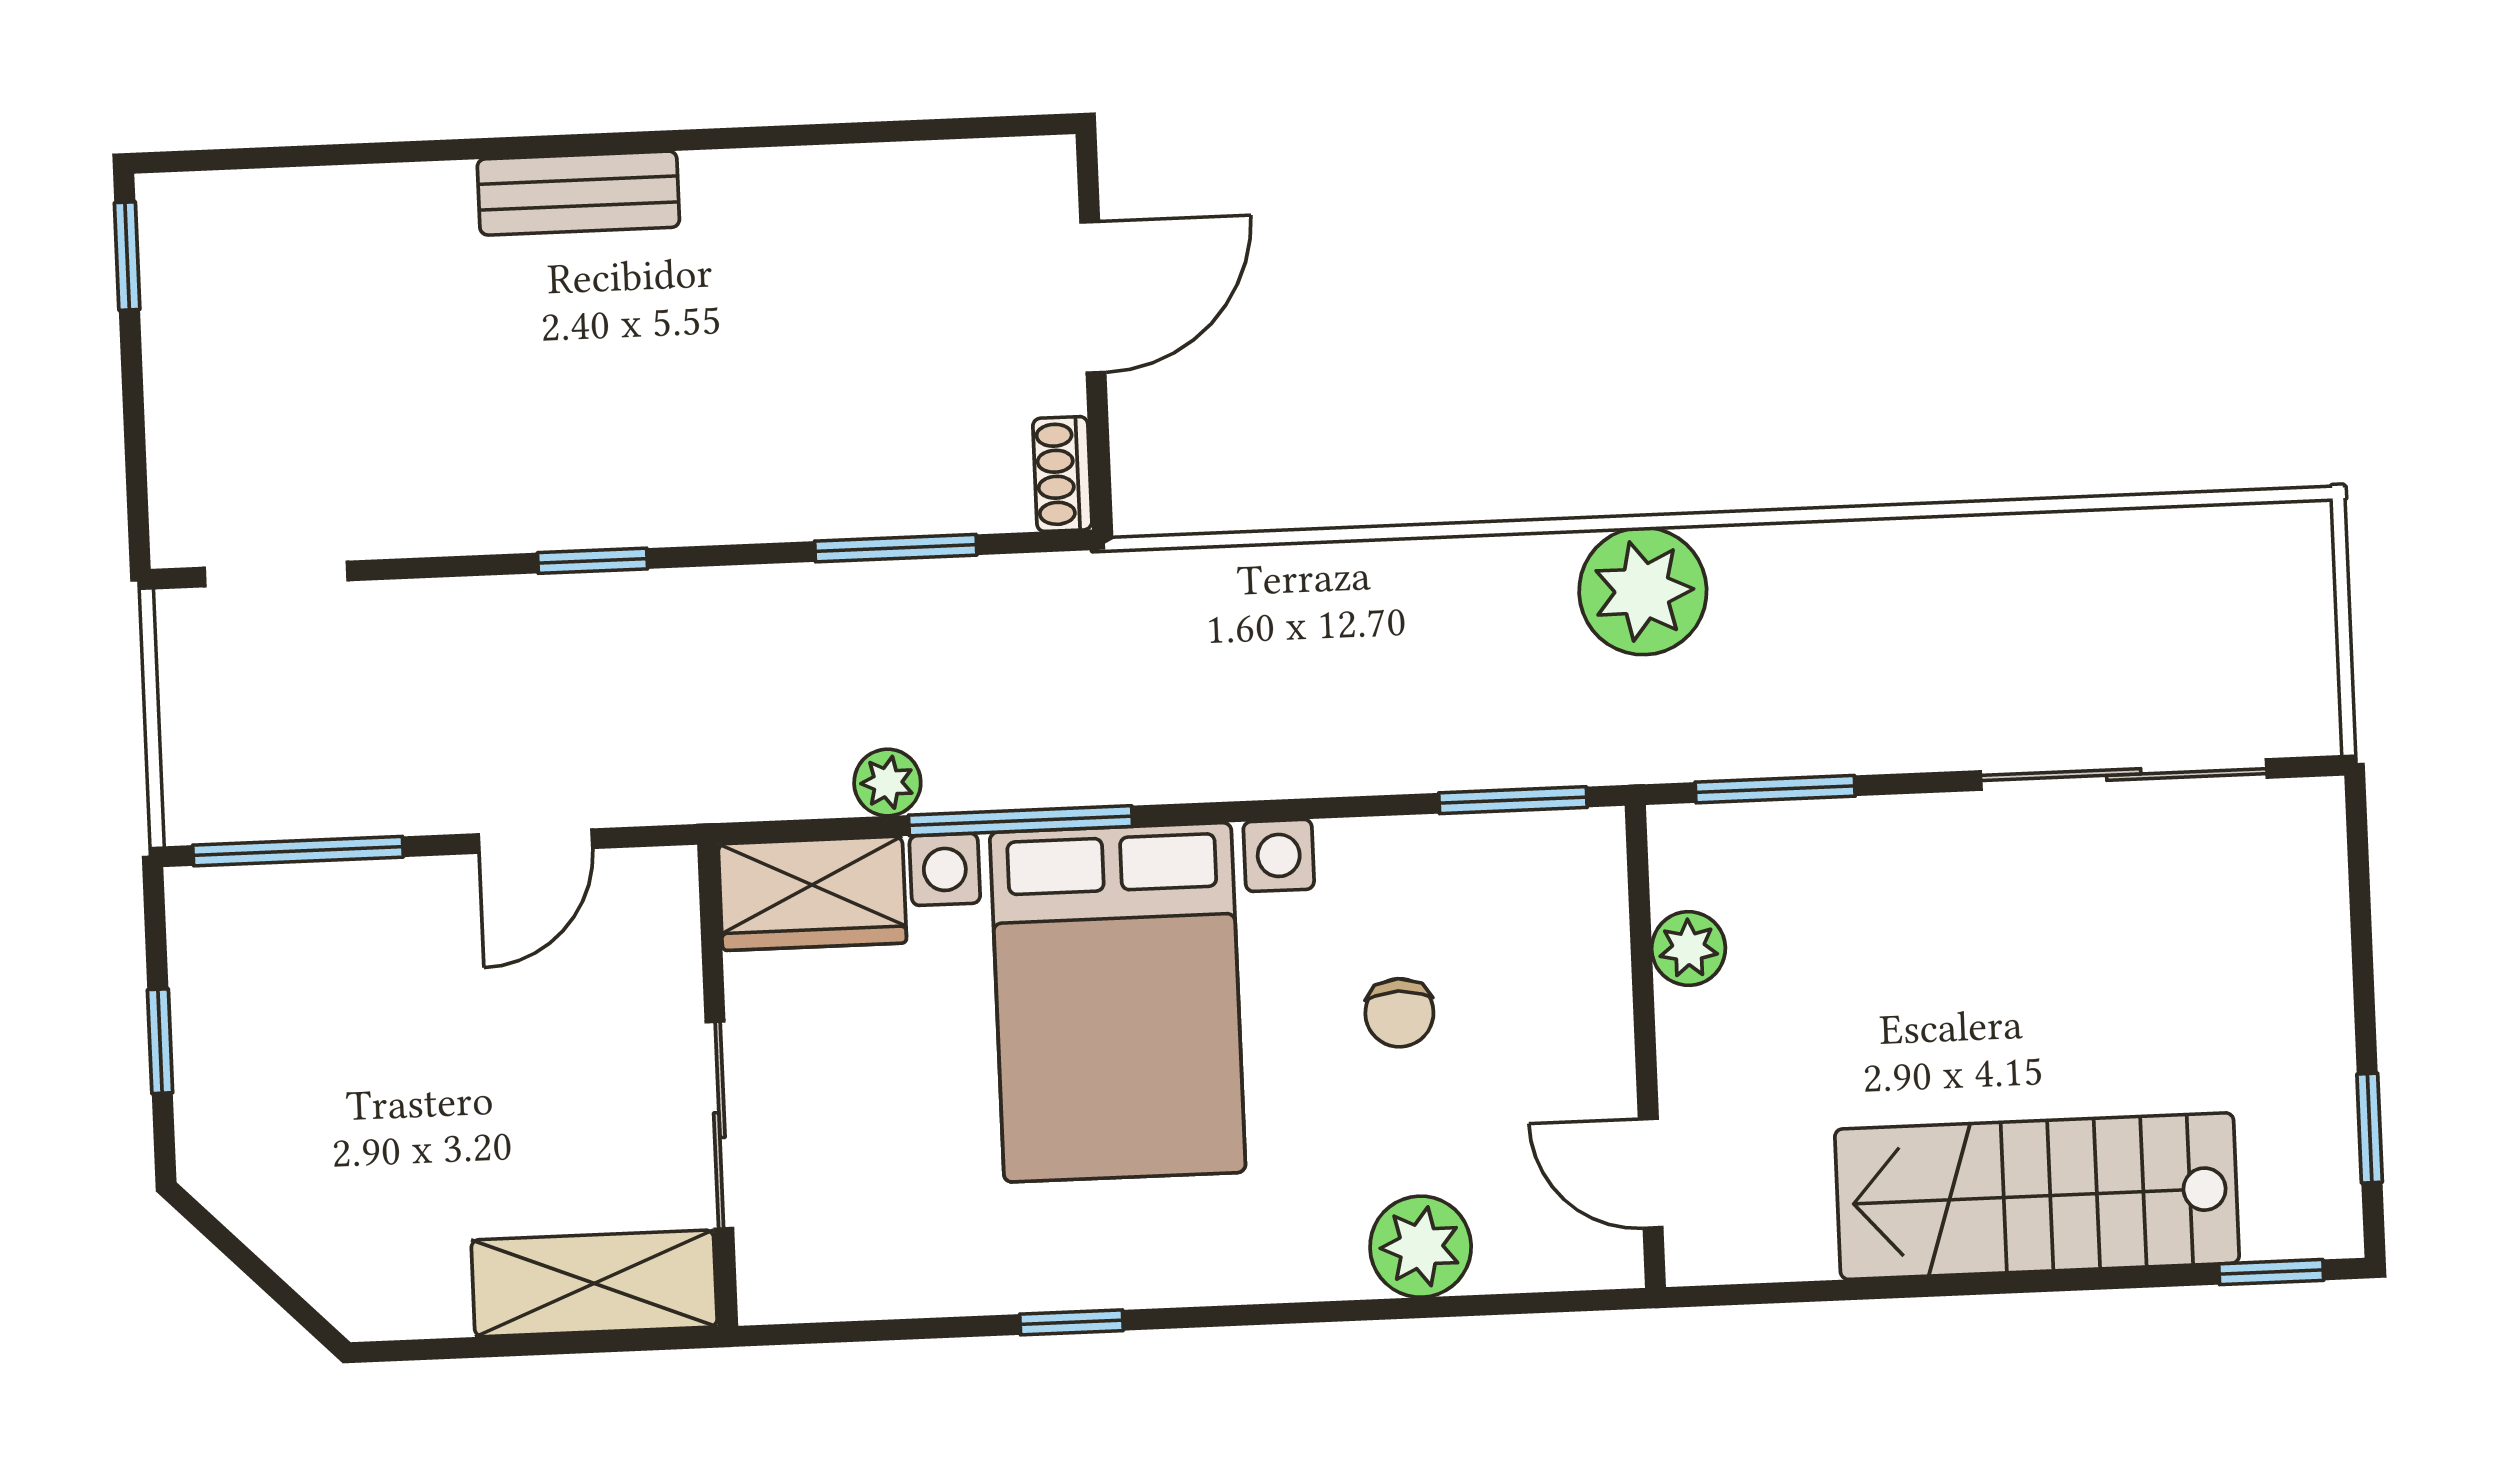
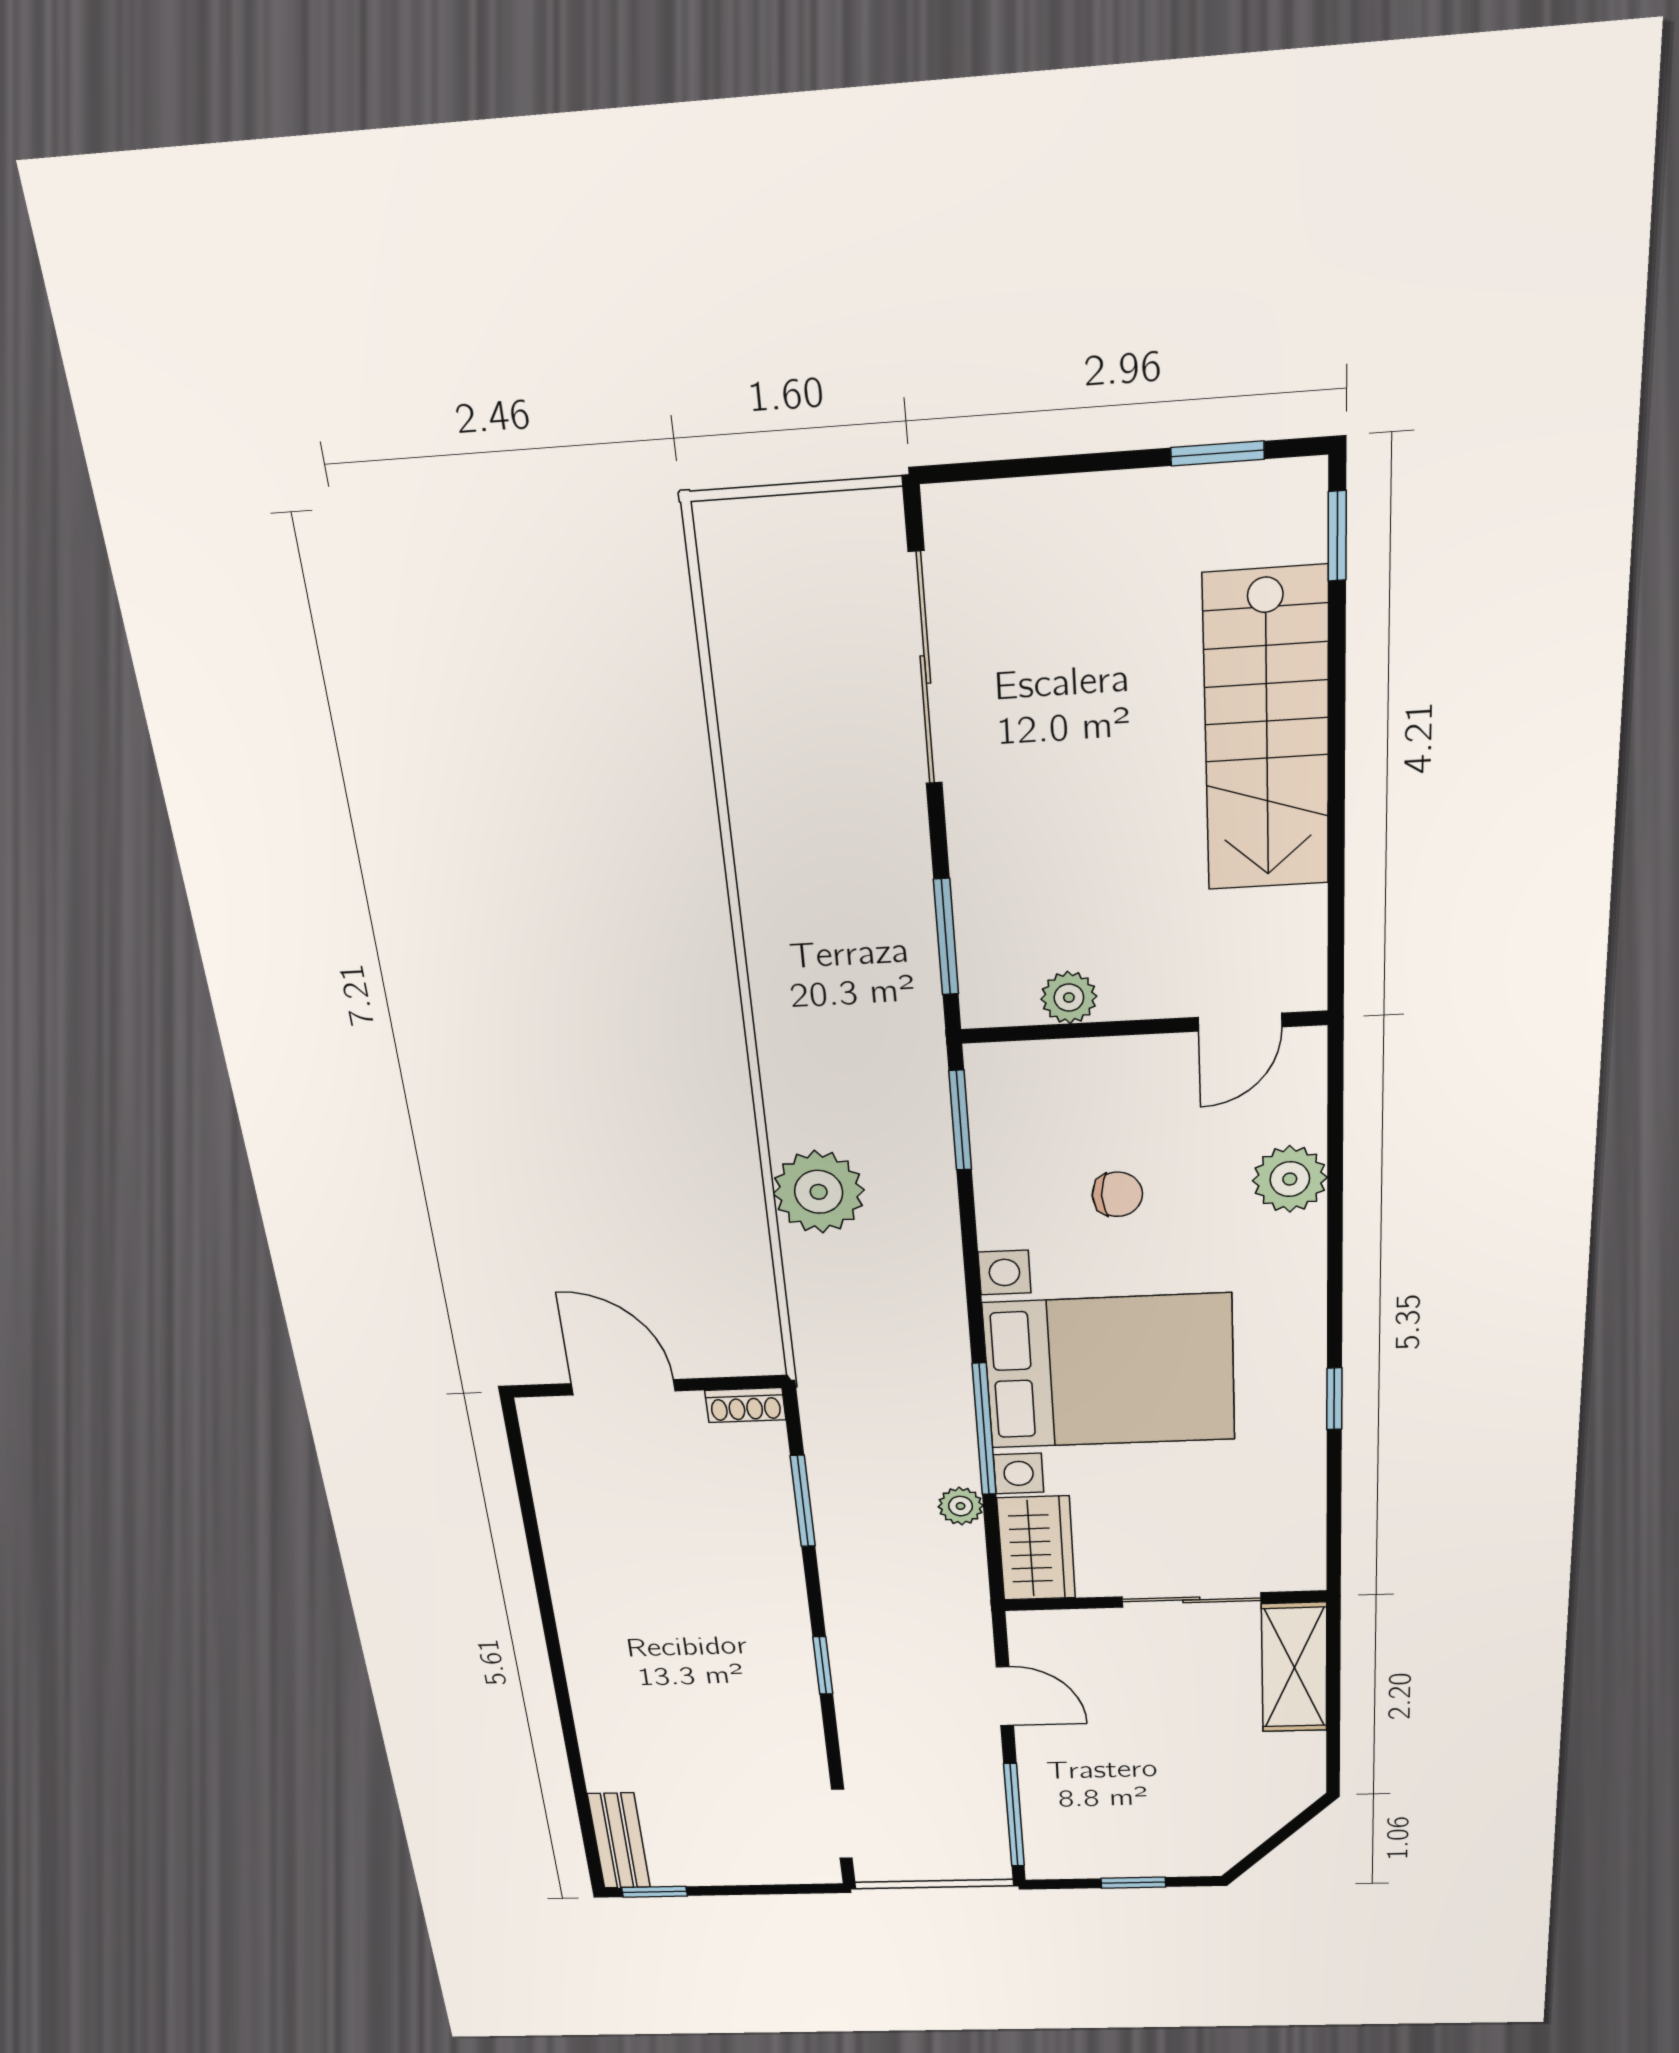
bench: (578, 193) -> (619, 1841), moved
plant: (1643, 591) -> (819, 1192), moved

